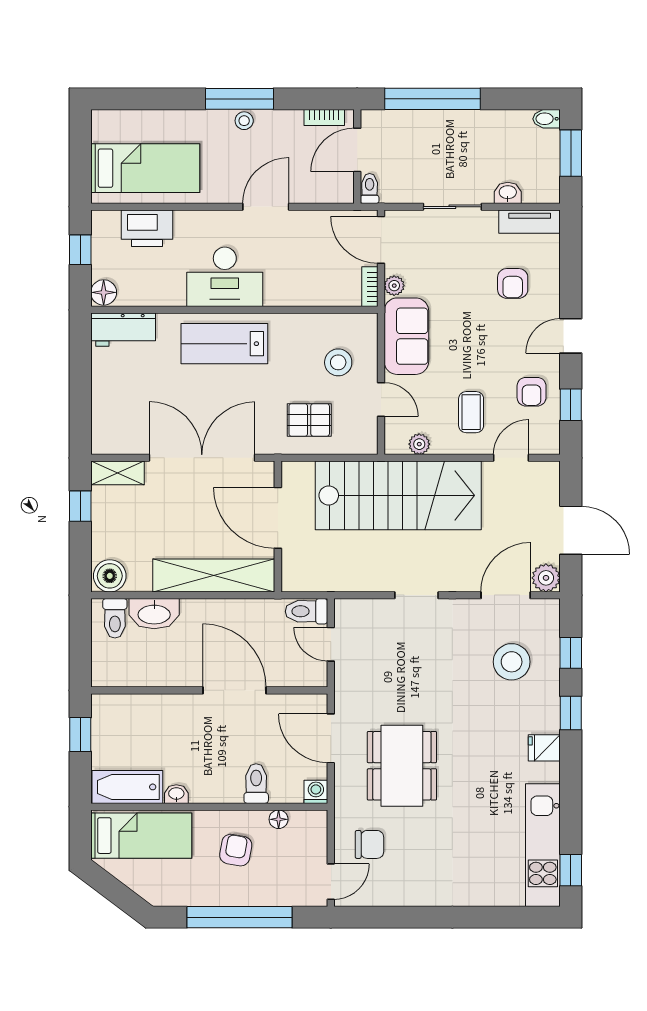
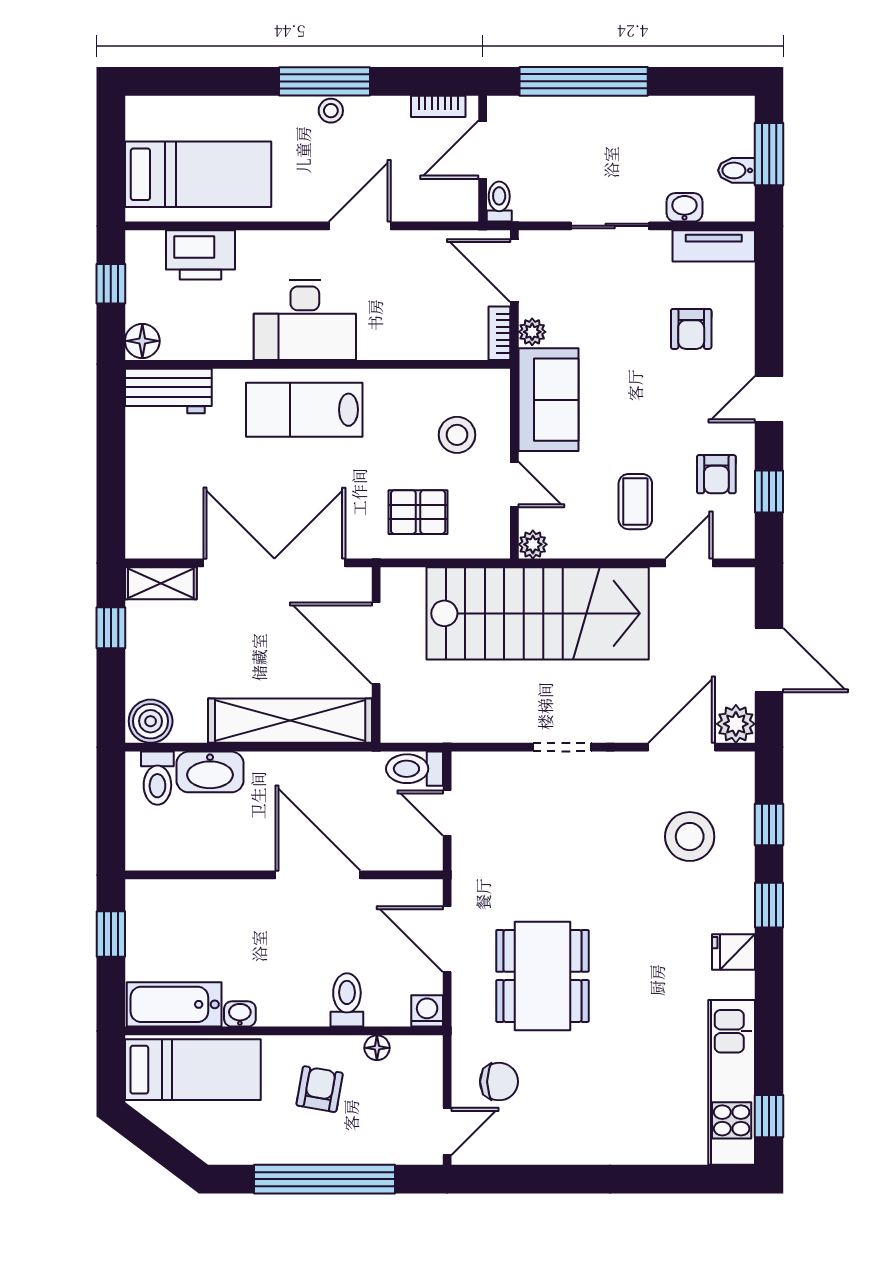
bidet: (547, 119) -> (736, 170), moved
plant: (419, 444) -> (533, 544), moved

